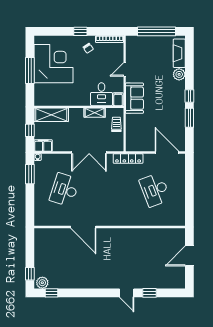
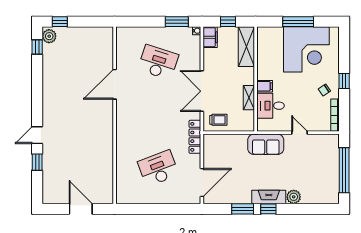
fireplace: (179, 53) -> (269, 197), moved
filing cabinet: (118, 99) -> (265, 86), moved
trolley: (116, 124) -> (218, 120), moved

